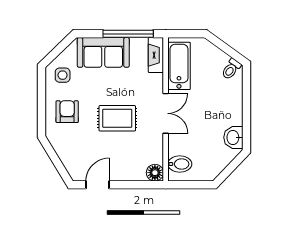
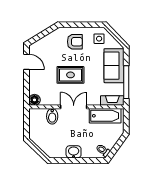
double door: (166, 113) -> (74, 107), swing flipped
rug: (117, 118) -> (70, 75), turned 90
washbasin: (233, 137) -> (74, 152), moved
bidet: (180, 164) -> (52, 116), moved

